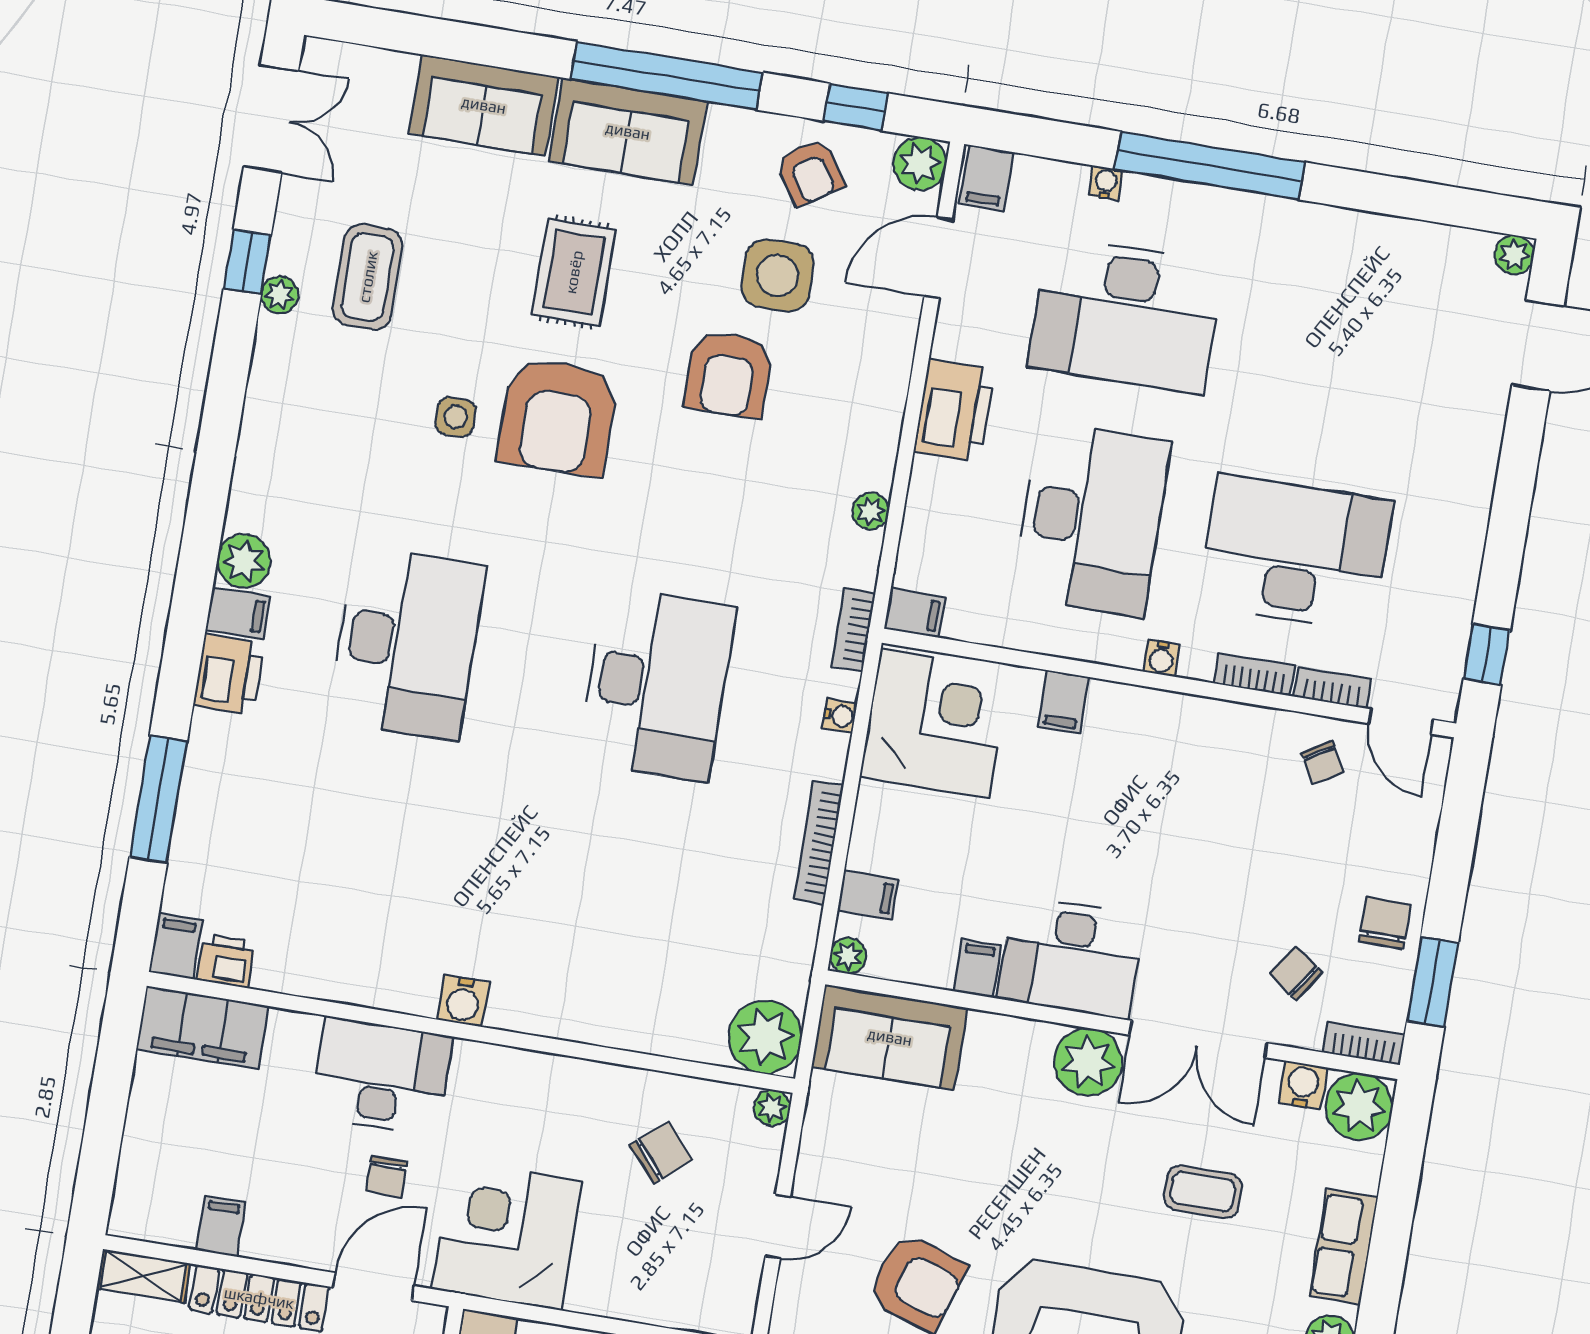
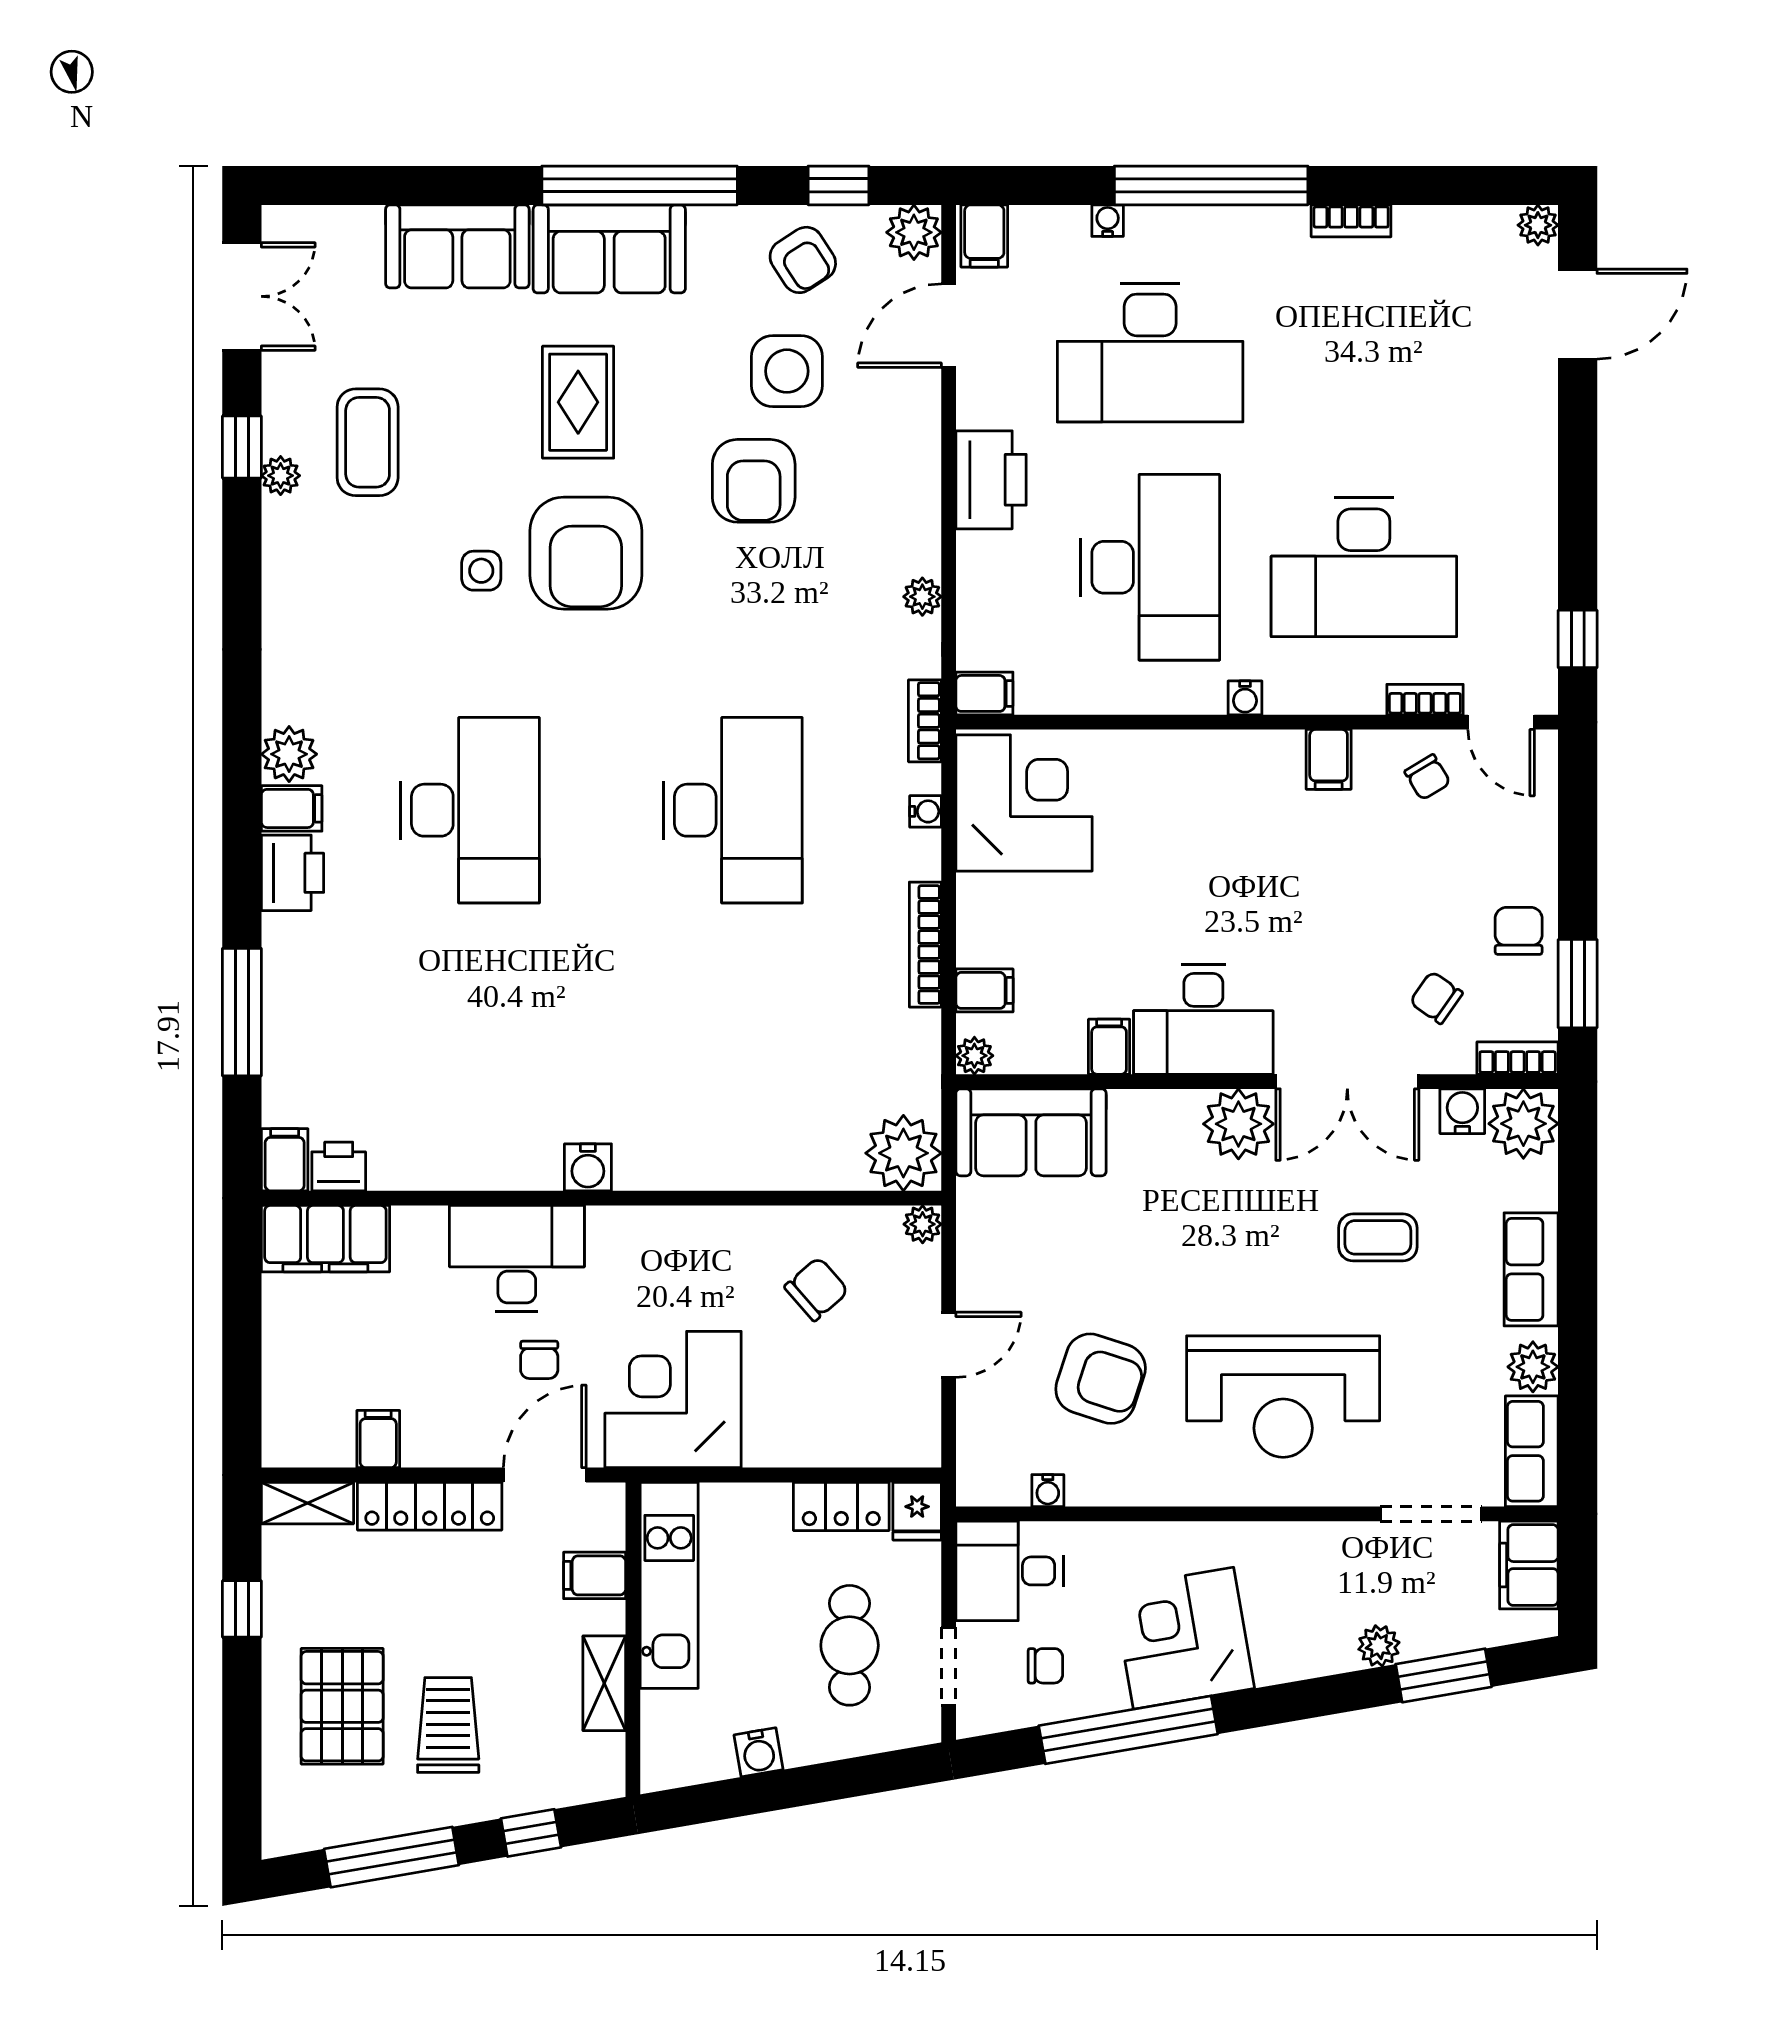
desk: (1295, 553) -> (1364, 567), turned 180
bookcase: (1254, 674) -> (1351, 221), moved, turned 180
filing cabinet: (1063, 702) -> (1329, 759), moved

